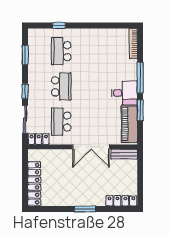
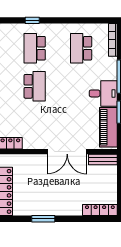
school desk: (61, 122) -> (81, 48), moved
window: (85, 209) -> (43, 219), moved

